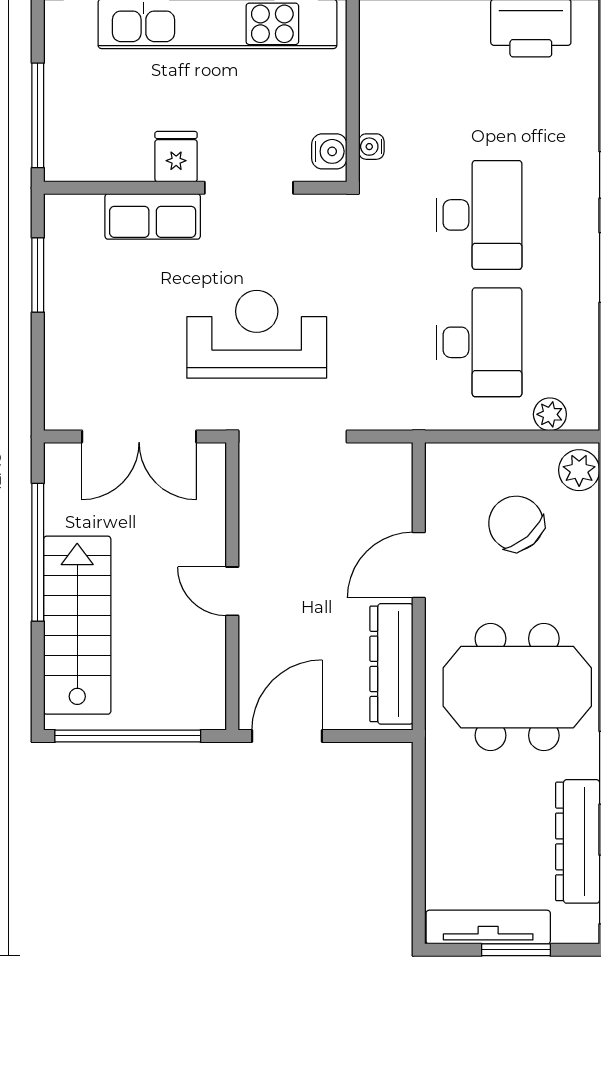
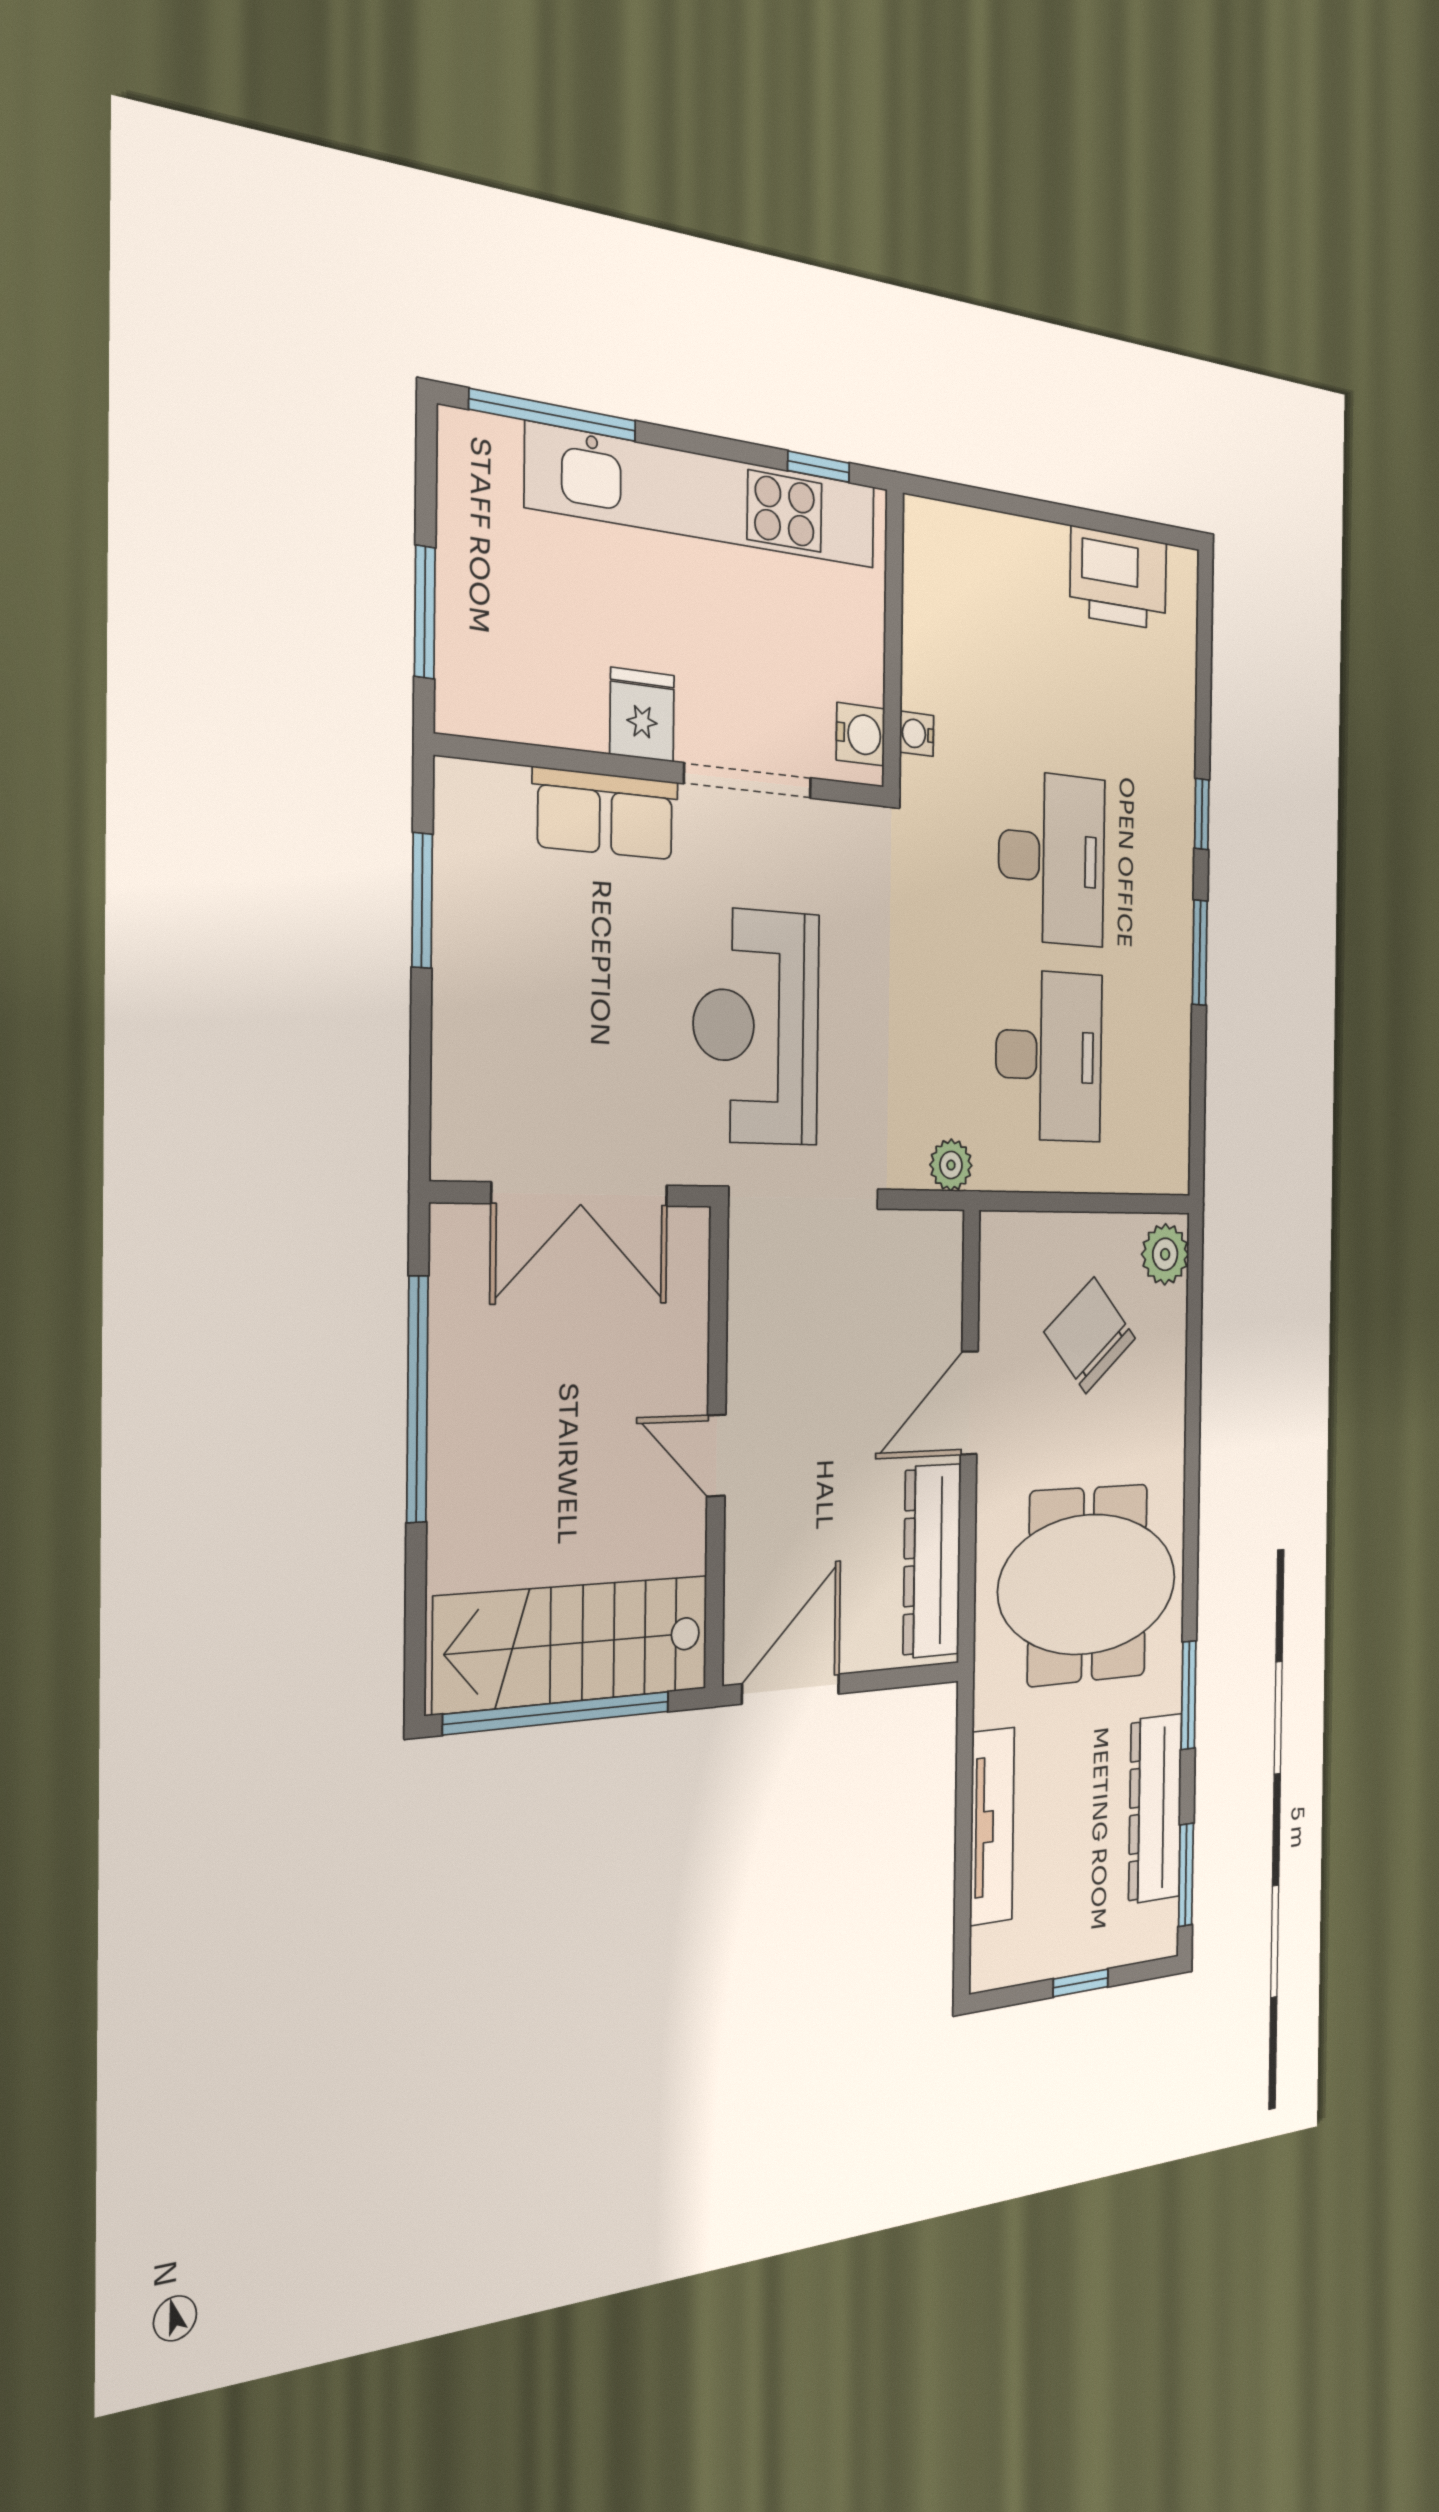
window: (38, 115) -> (425, 612), width x0.69
reception desk: (257, 334) -> (756, 1027), turned -90
plant: (550, 414) -> (951, 1165), moved
stairs: (77, 625) -> (573, 1643), moved, turned -90
tv unit: (488, 927) -> (992, 1826), moved, turned 90
window: (516, 950) -> (1081, 1983), width x0.67

